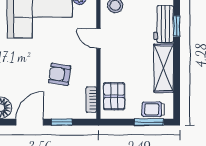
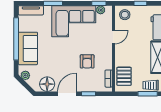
door: (98, 38) -> (113, 37), swing flipped
armchair: (60, 74) -> (87, 61), turned -99

